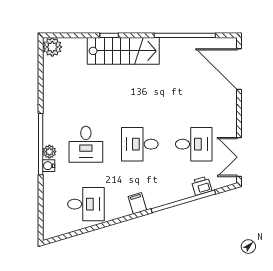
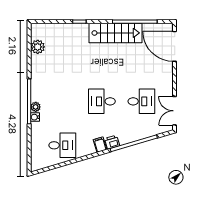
plant: (52, 47) -> (38, 47), moved
stairs: (123, 51) -> (116, 33), moved
desk: (86, 144) -> (62, 101), removed
printer: (202, 186) -> (112, 142), moved

